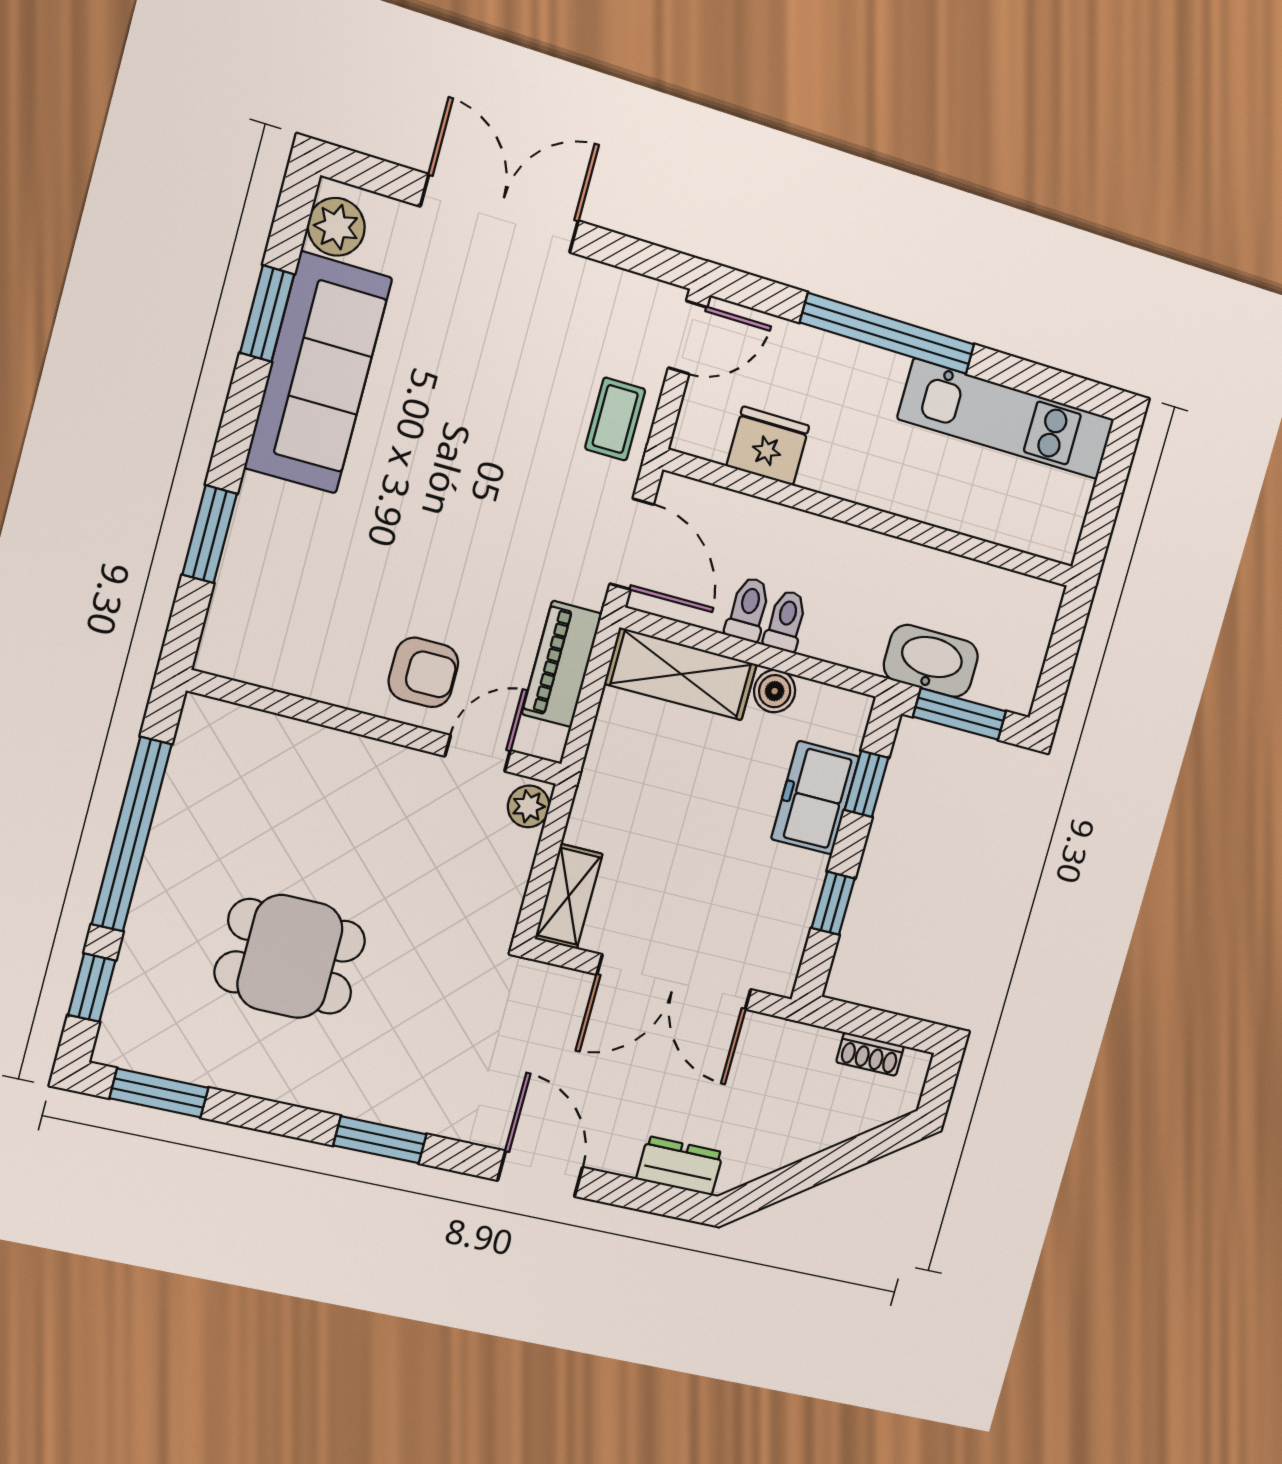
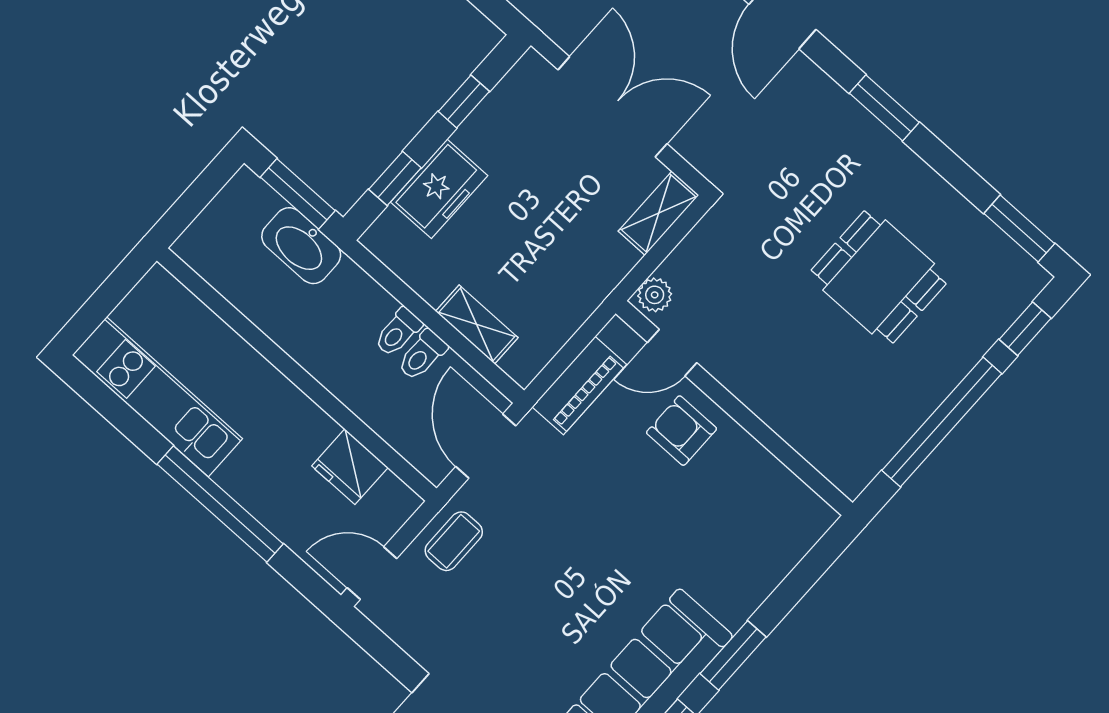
window: (210, 534) -> (733, 655), moved
shelving: (681, 674) -> (477, 325), width x0.67, depth x0.75
boiler: (775, 691) -> (432, 285), removed

